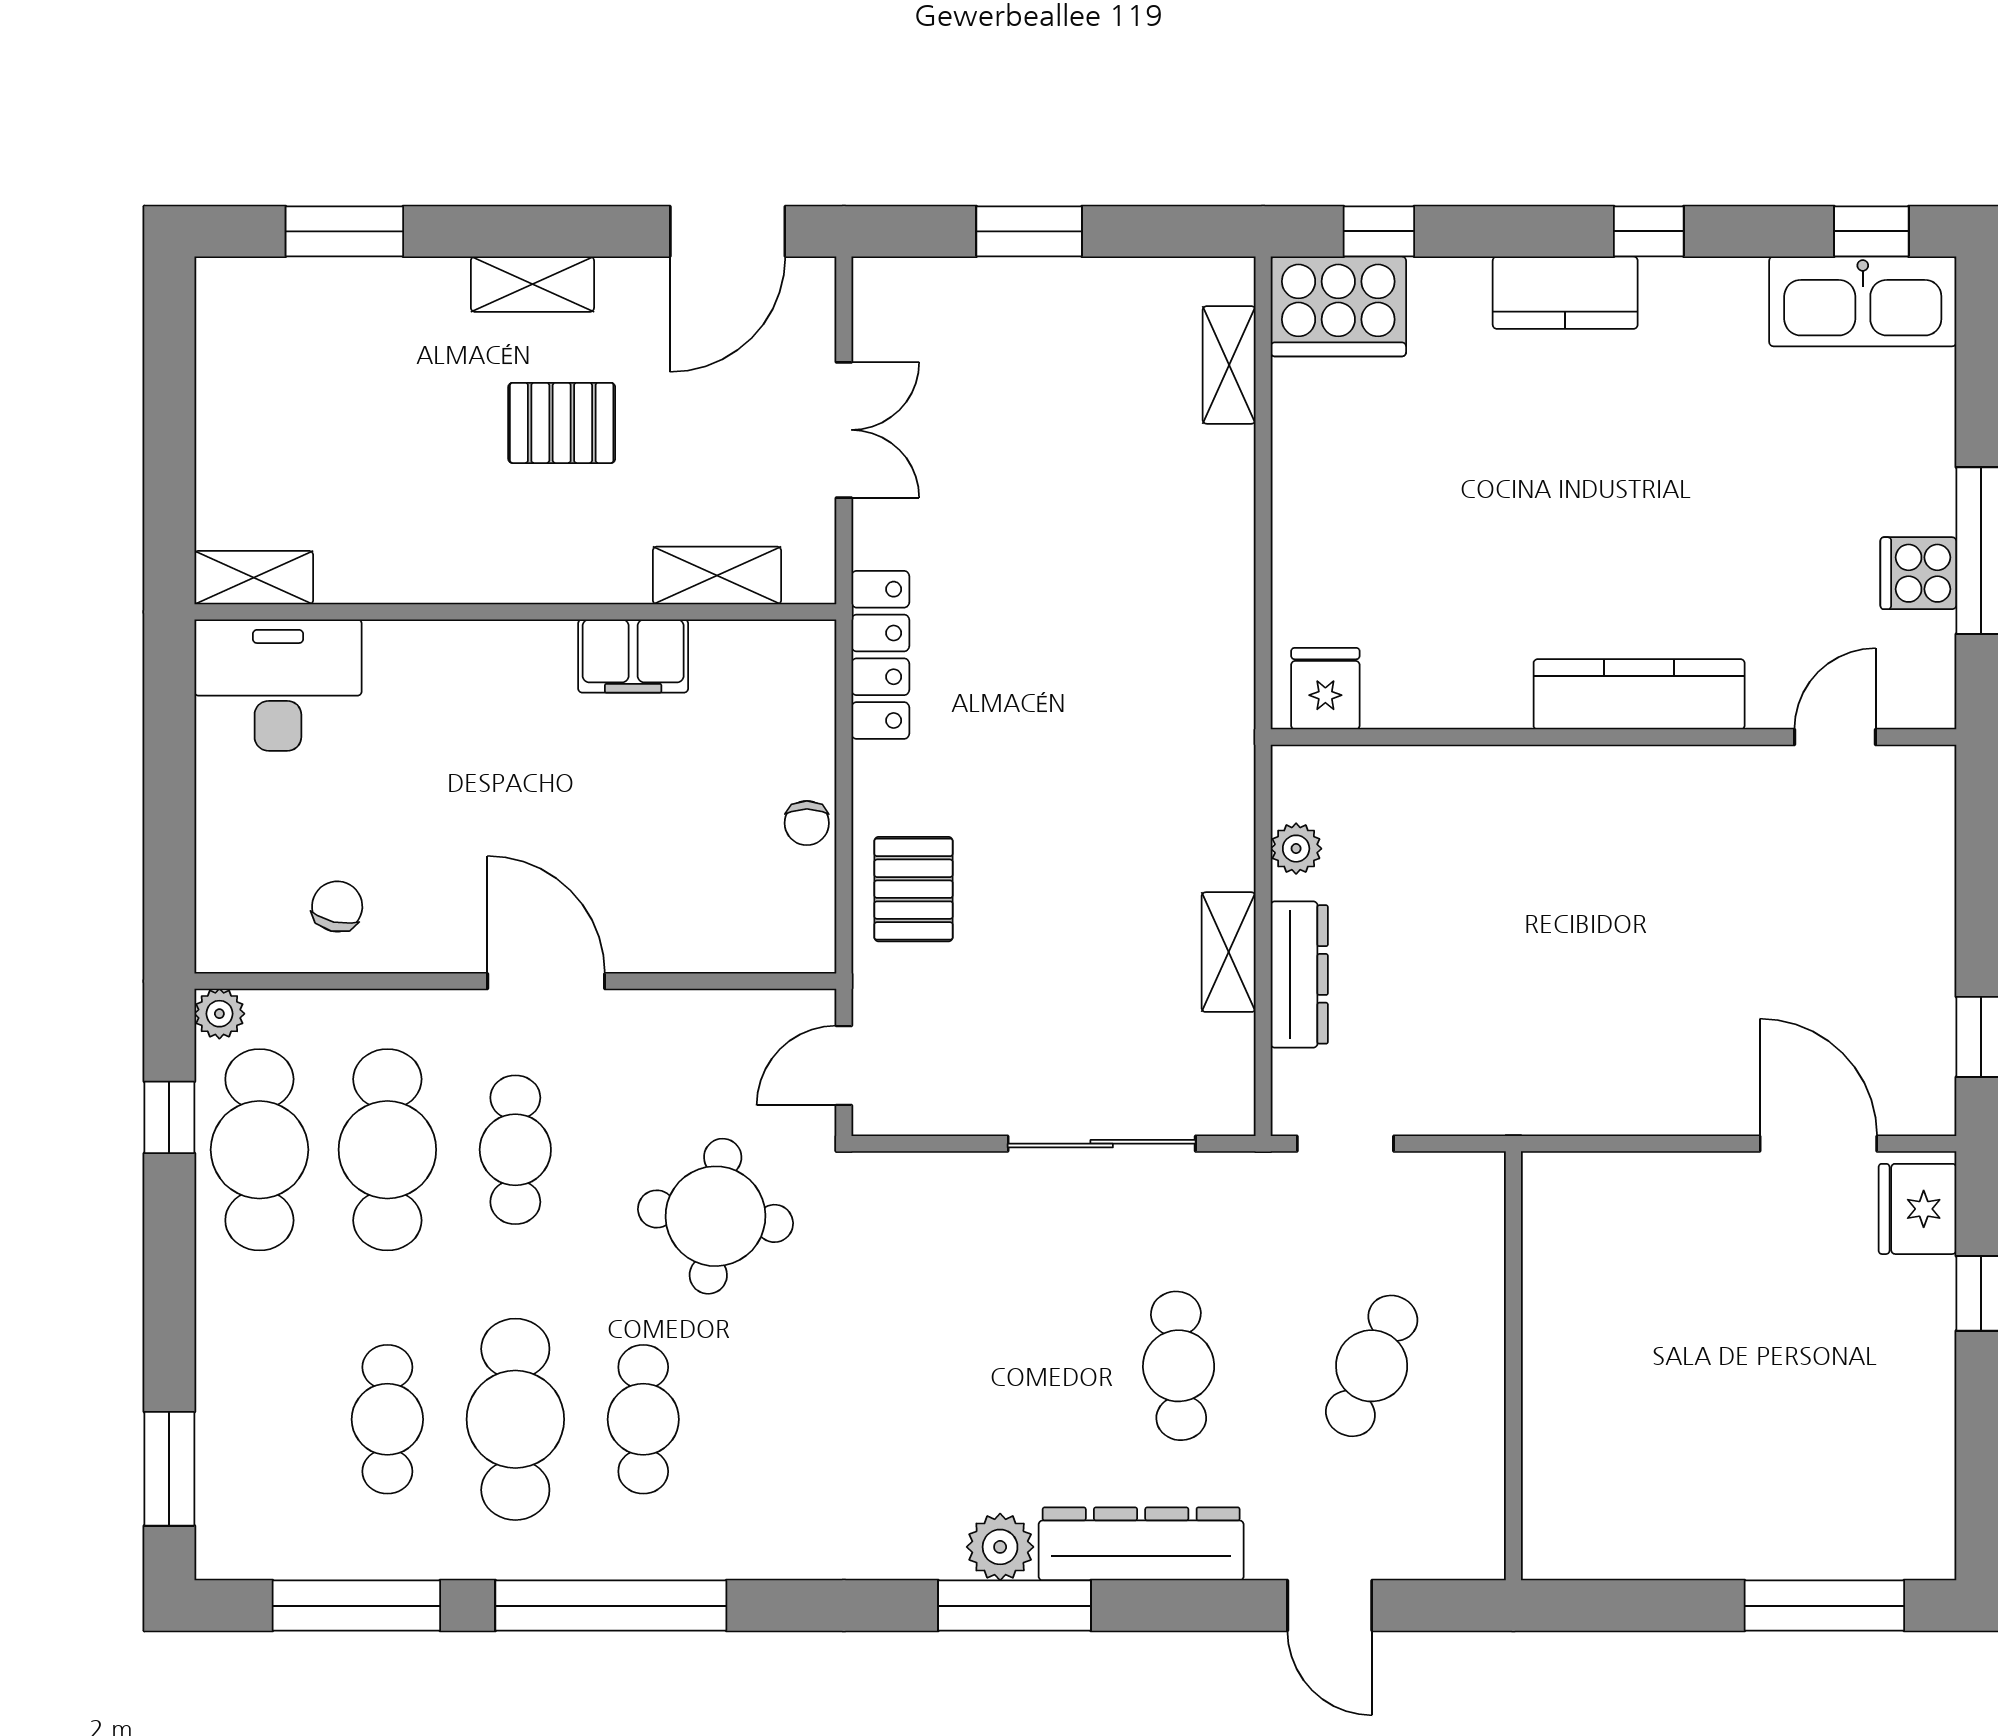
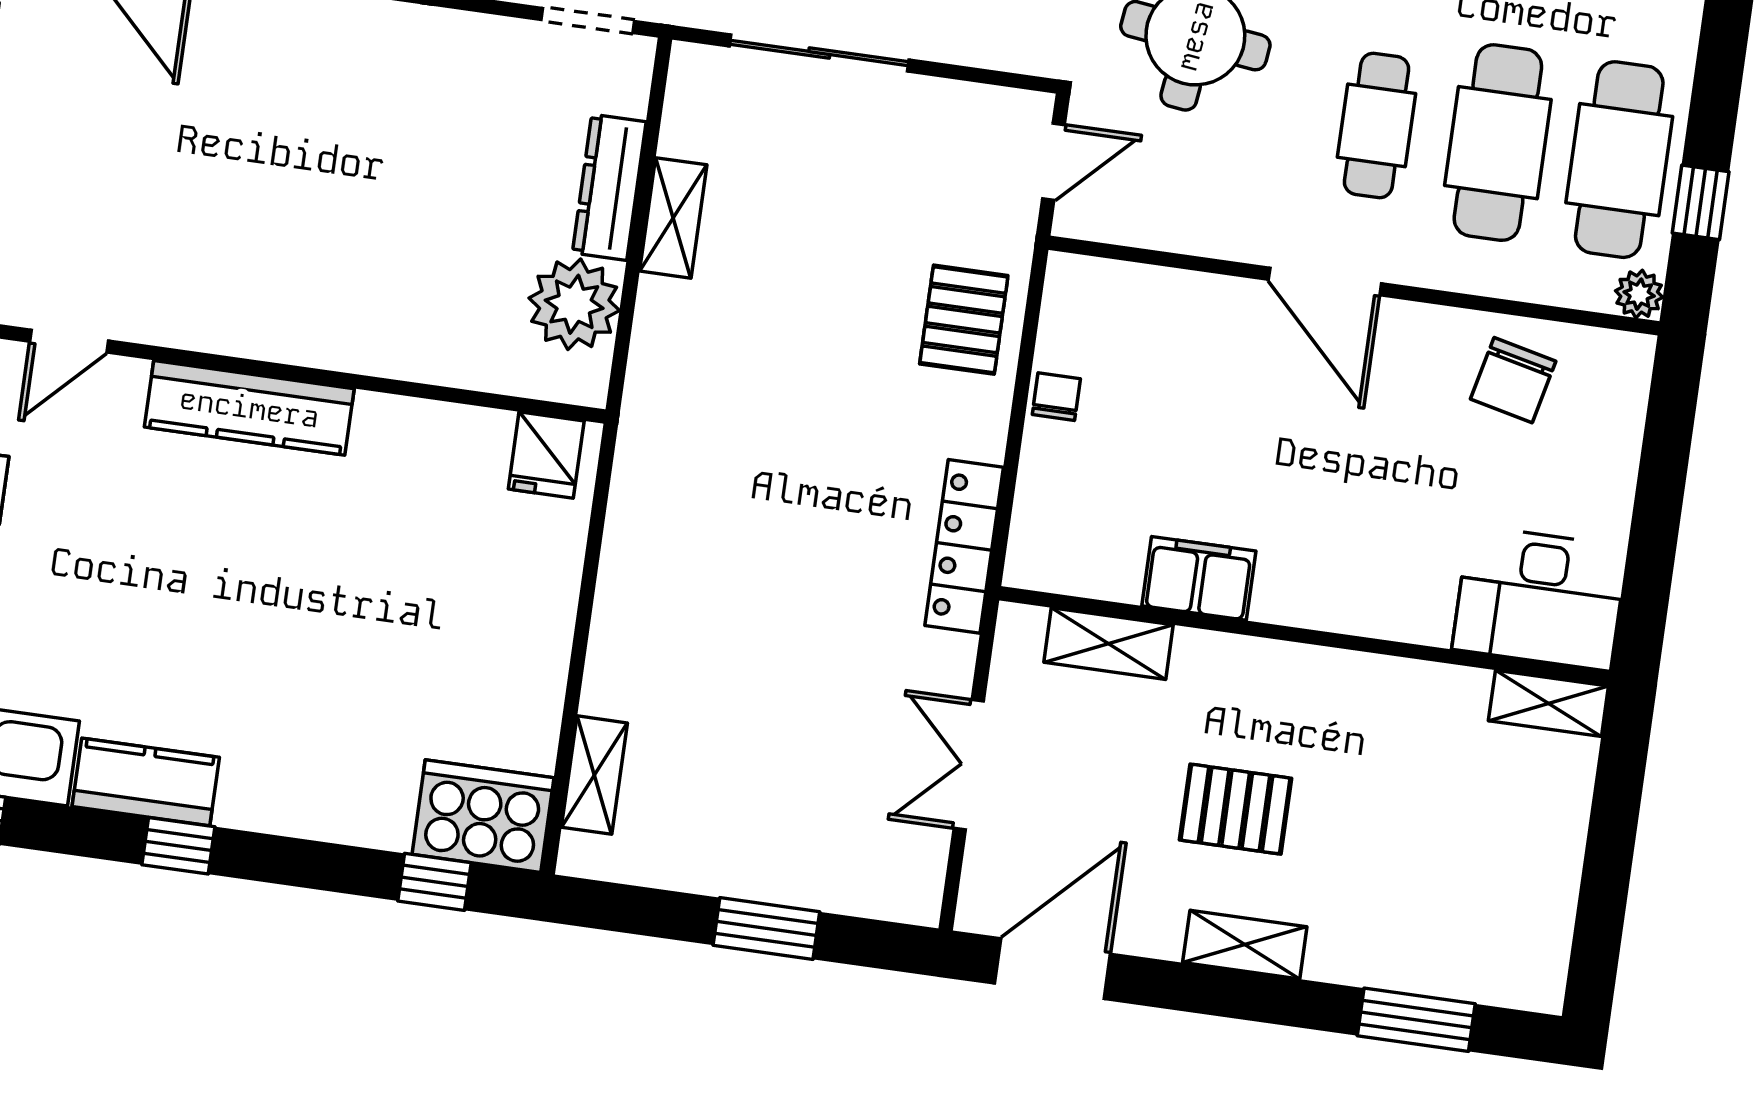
kitchen counter: (1565, 293) -> (146, 782), moved
plant: (1296, 849) -> (574, 304), width x1.87, depth x1.87
chair: (337, 906) -> (1513, 380), width x1.37, depth x1.37

